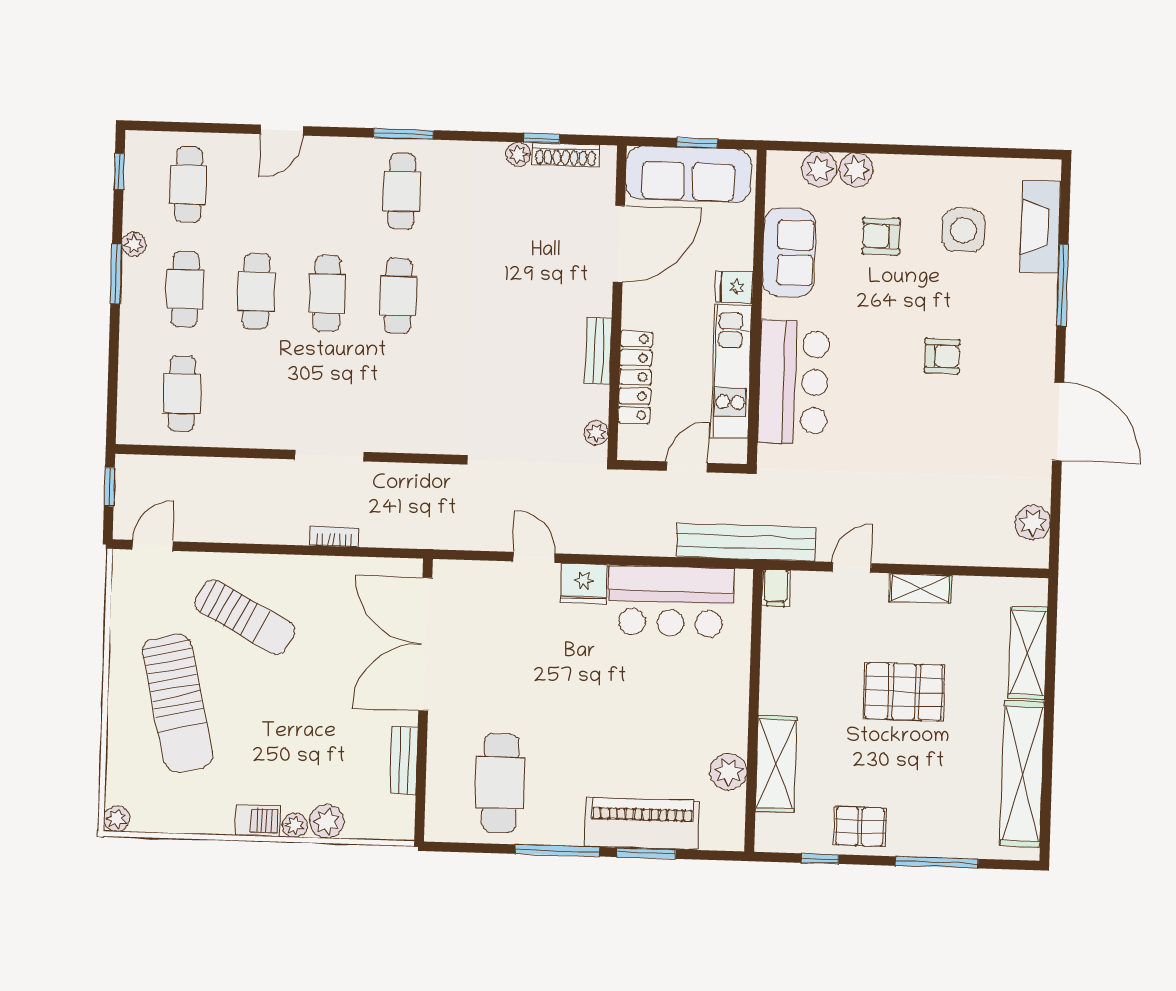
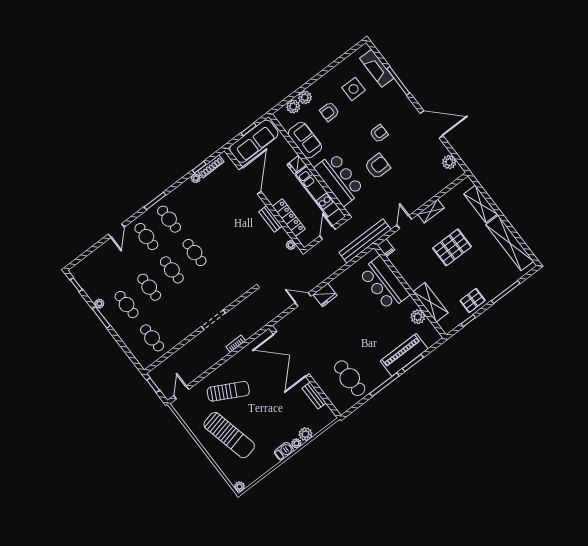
cafe table: (188, 184) -> (146, 237), moved
armchair: (887, 417) -> (377, 166), added
bar counter: (671, 601) -> (384, 283), moved, turned 90

